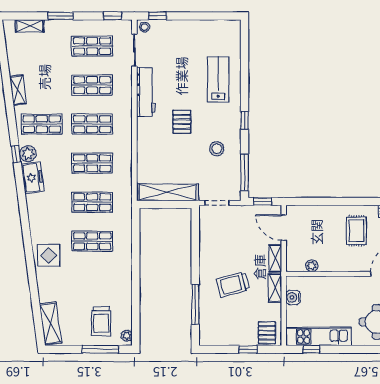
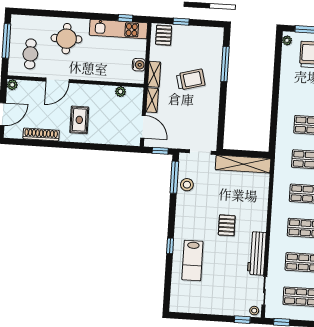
window: (245, 120) -> (170, 246), moved
stool: (217, 149) -> (187, 185), moved

